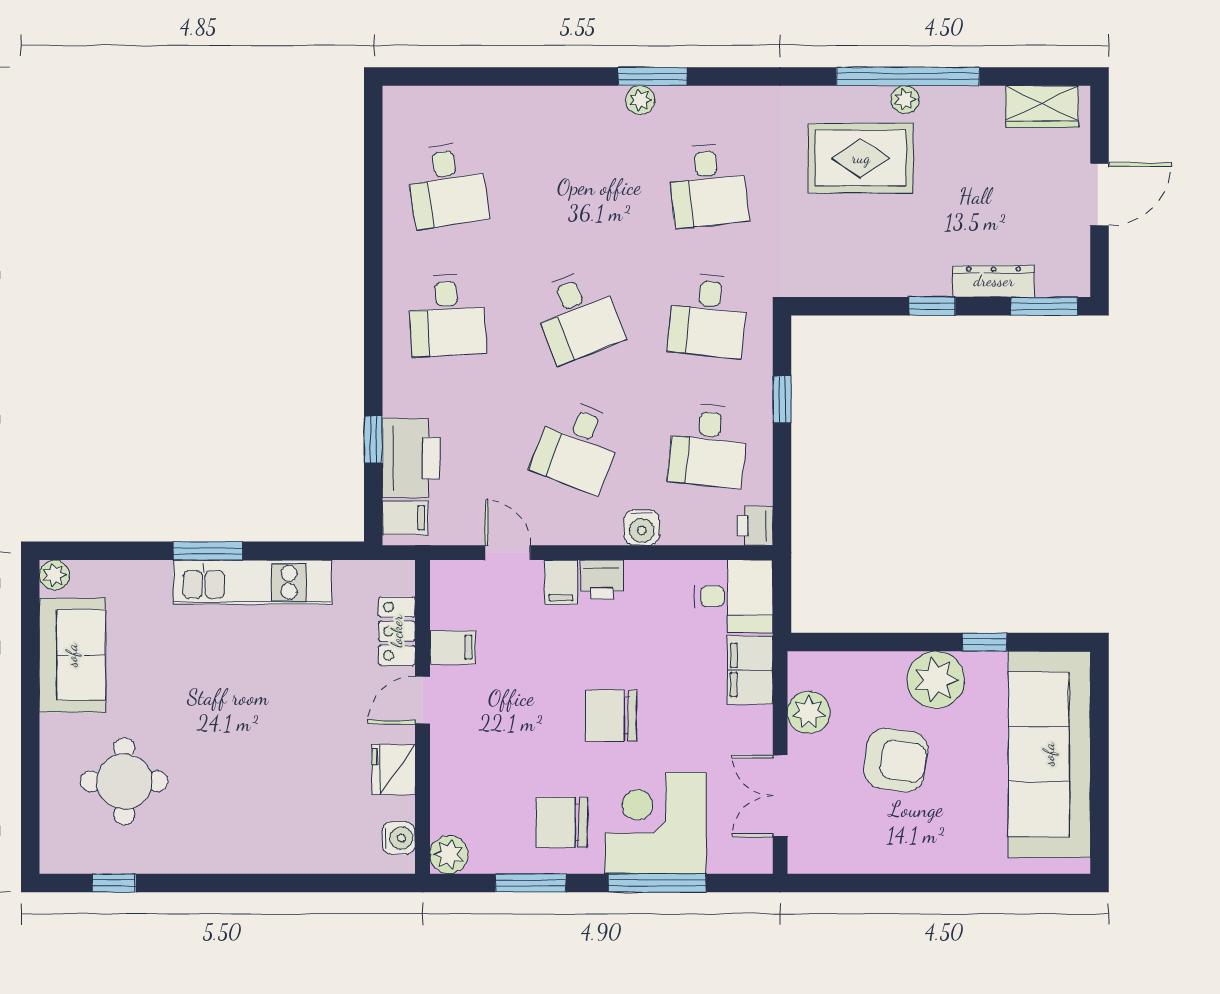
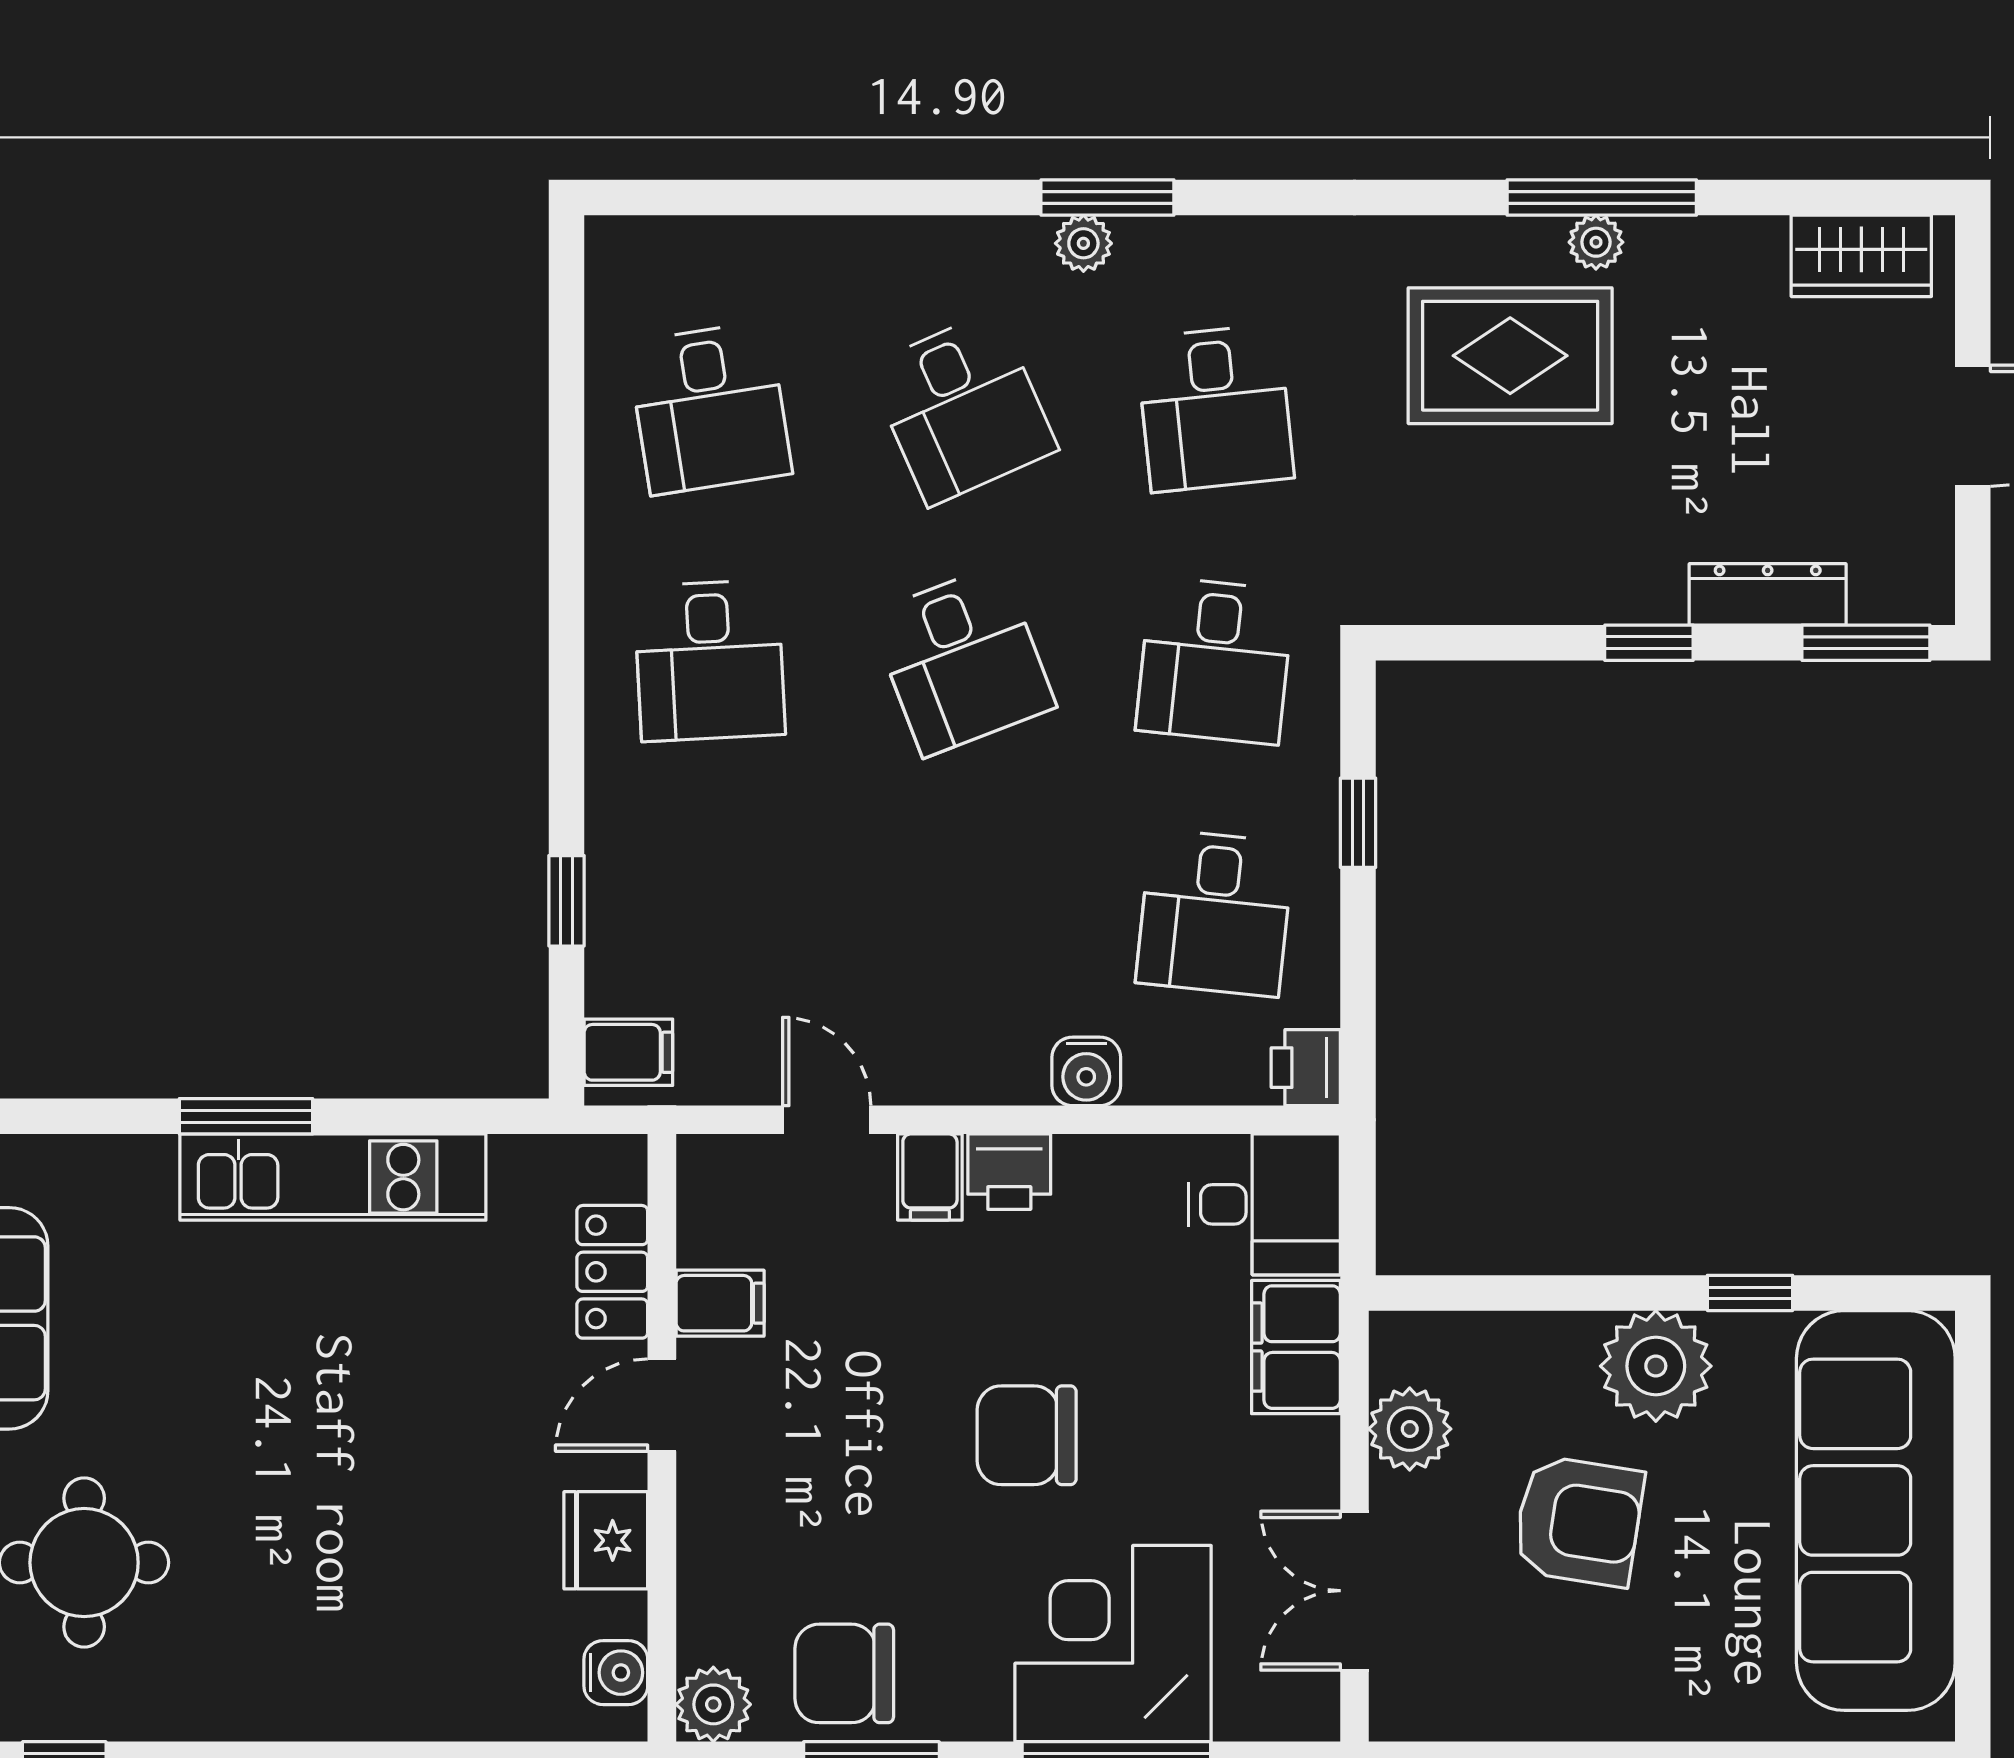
window: (908, 76) -> (1602, 198), width x0.68
desk: (578, 446) -> (962, 408), moved, turned -45
printer: (411, 458) -> (639, 936), removed
chair: (562, 822) -> (844, 1673), moved

